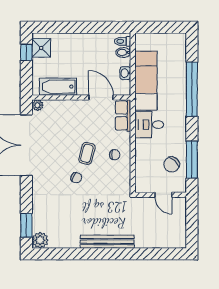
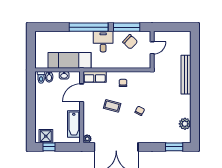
window: (192, 89) -> (89, 27), moved
desk: (149, 125) -> (103, 42), moved, turned 180
coffee table: (87, 153) -> (112, 106), moved
plant: (40, 240) -> (185, 124), moved
bench: (107, 242) -> (186, 75), moved

